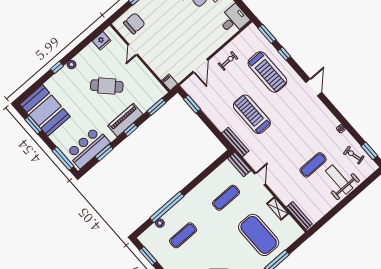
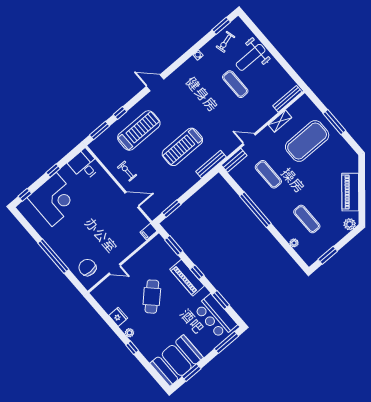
fridge: (102, 41) -> (118, 317), moved
window: (167, 207) -> (255, 210), moved

